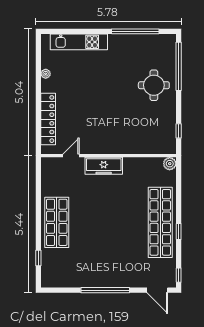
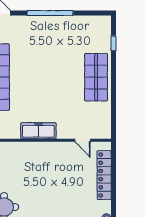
door: (71, 156) -> (83, 140), hinge flipped
freezer: (104, 166) -> (38, 131), moved

